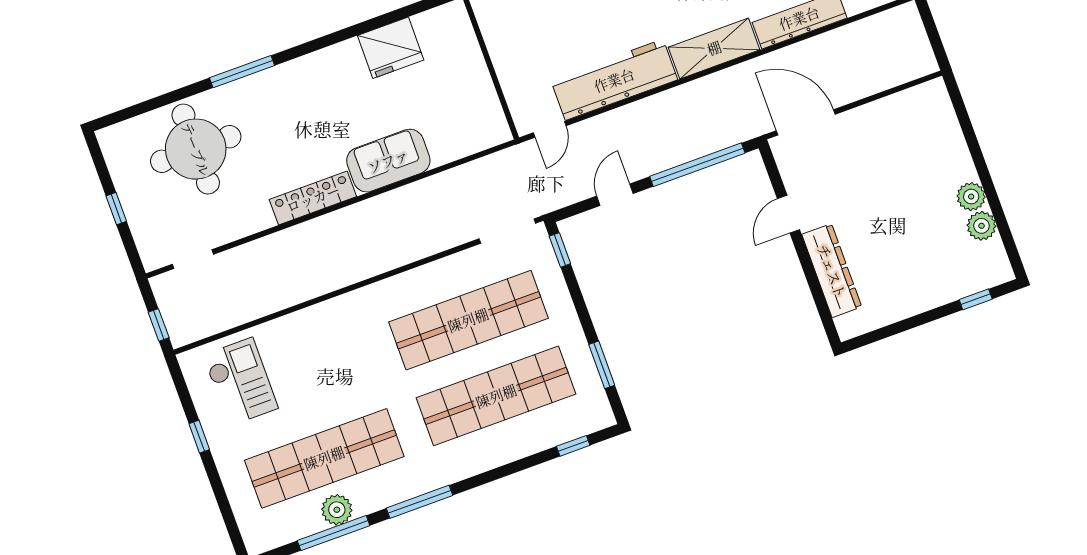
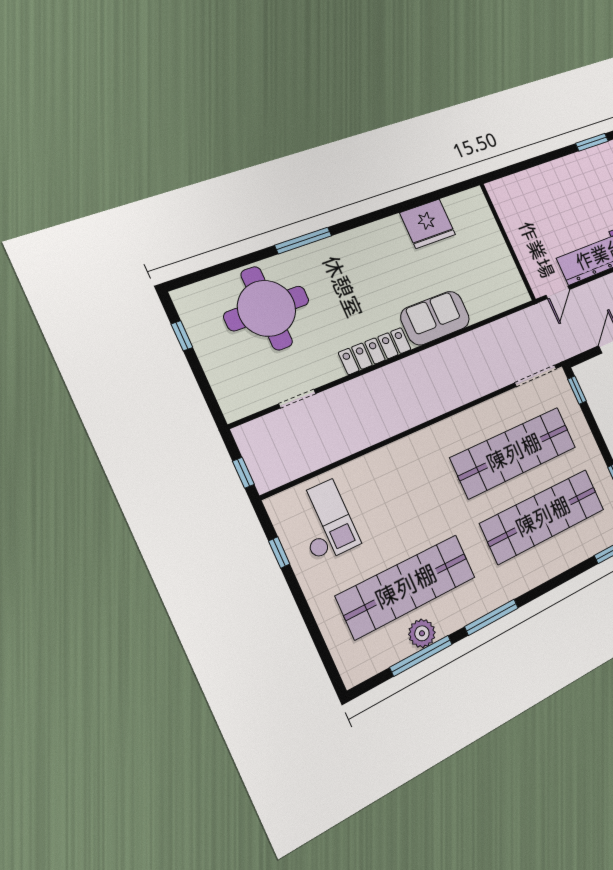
window: (116, 209) -> (182, 336), moved
doorway: (193, 259) -> (297, 399), moved
window: (199, 437) -> (279, 552), moved

